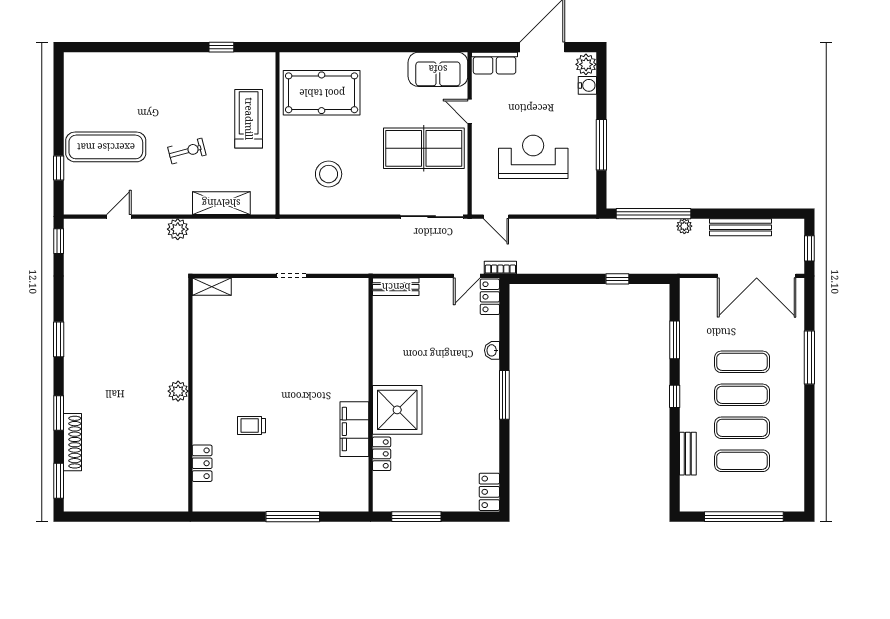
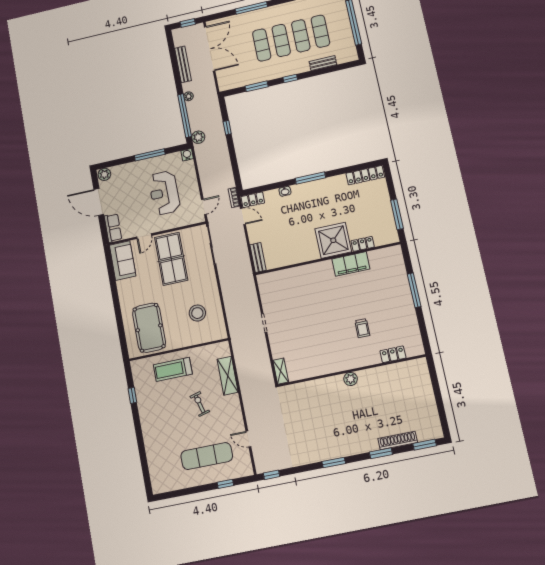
water cooler: (587, 85) -> (187, 155), moved
exercise mat: (106, 147) -> (207, 456), turned 90
plant: (178, 229) -> (198, 137), moved
locker: (489, 492) -> (365, 175), width x1.53

